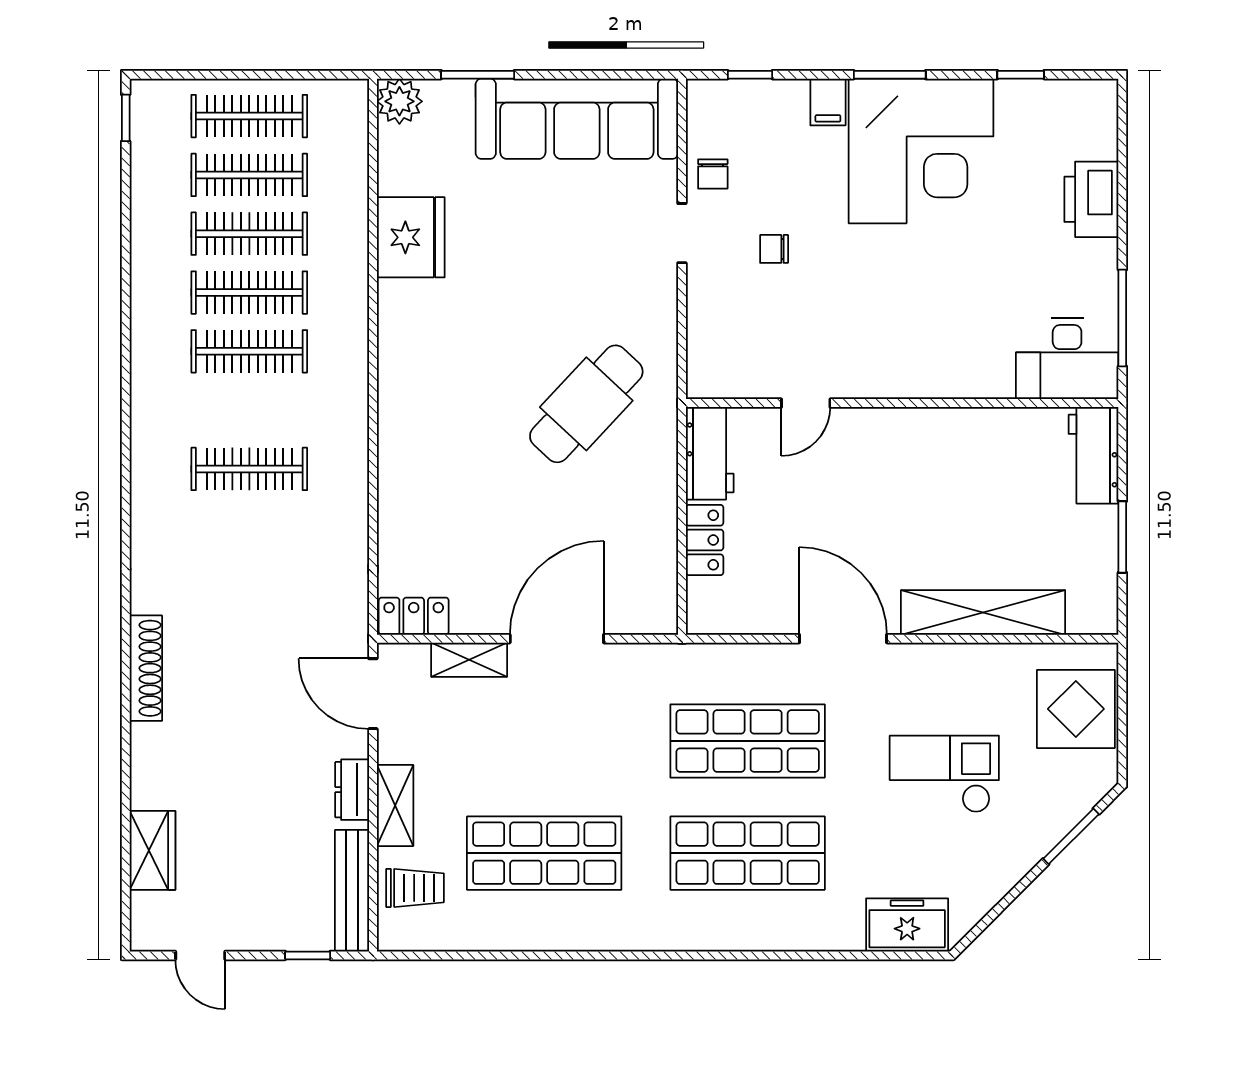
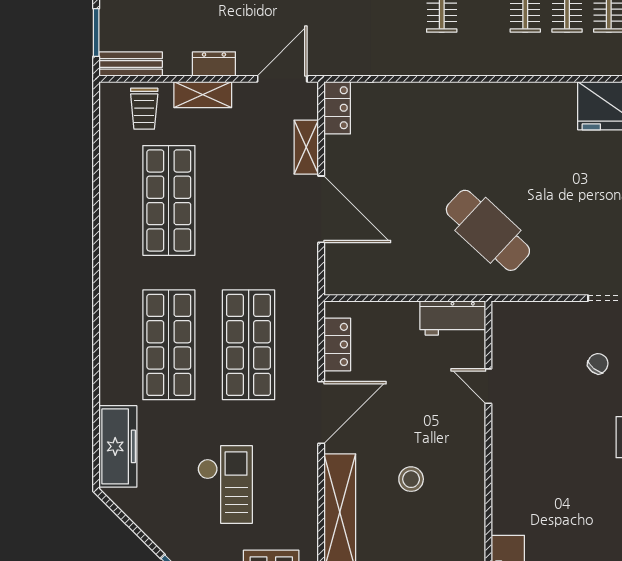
chair: (774, 249) -> (598, 364), turned 39
stool: (937, 512) -> (411, 479), added
locker: (705, 540) -> (337, 344), moved, turned -90
bench: (352, 891) -> (131, 64), width x0.73
freezer: (907, 925) -> (118, 446), width x1.40
window: (308, 955) -> (96, 32), width x1.50

